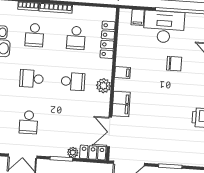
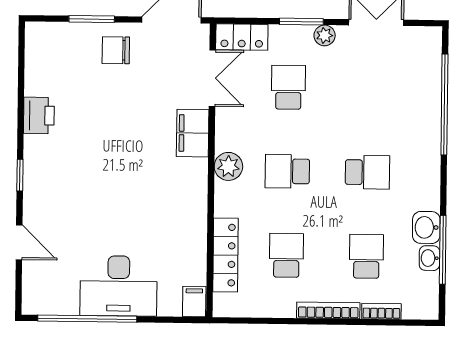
filing cabinet: (138, 17) -> (194, 302), moved
chair: (174, 64) -> (116, 50), moved
filing cabinet: (123, 72) -> (193, 194), removed
school desk: (29, 122) -> (288, 87), moved
plant: (73, 152) -> (325, 35), moved

